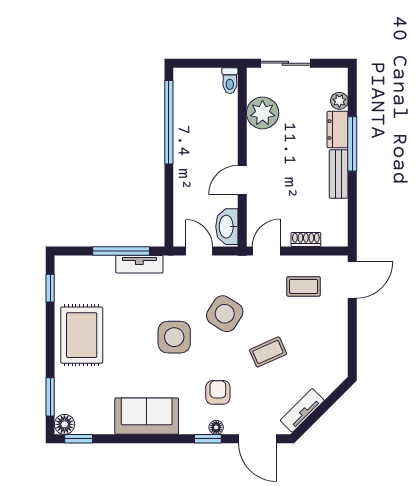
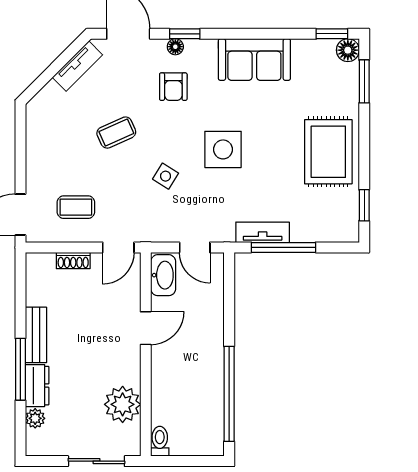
side table: (225, 314) -> (166, 176), width x0.54, depth x0.54

